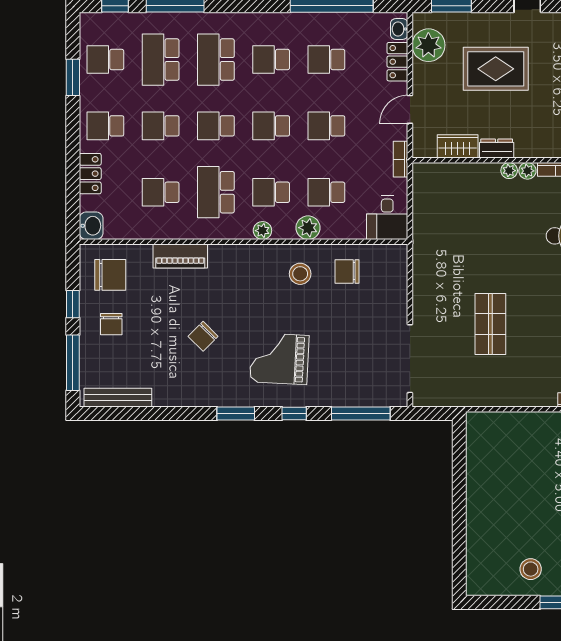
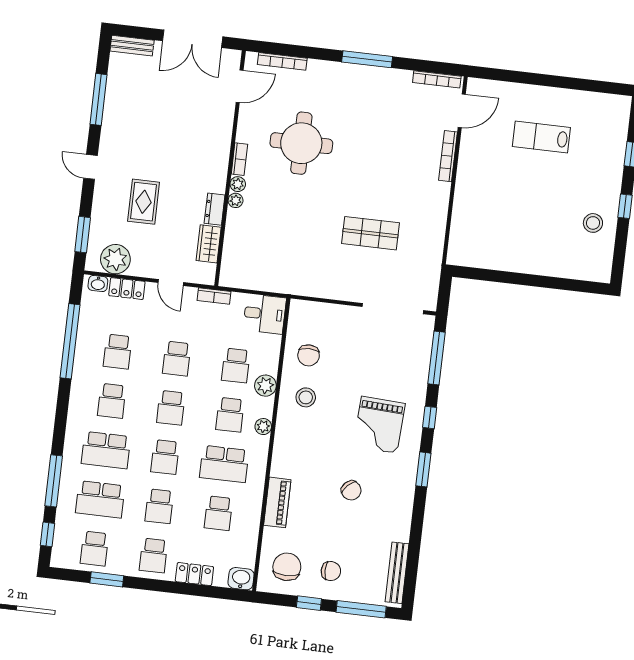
rug: (496, 69) -> (144, 202), width x0.73, depth x0.70

